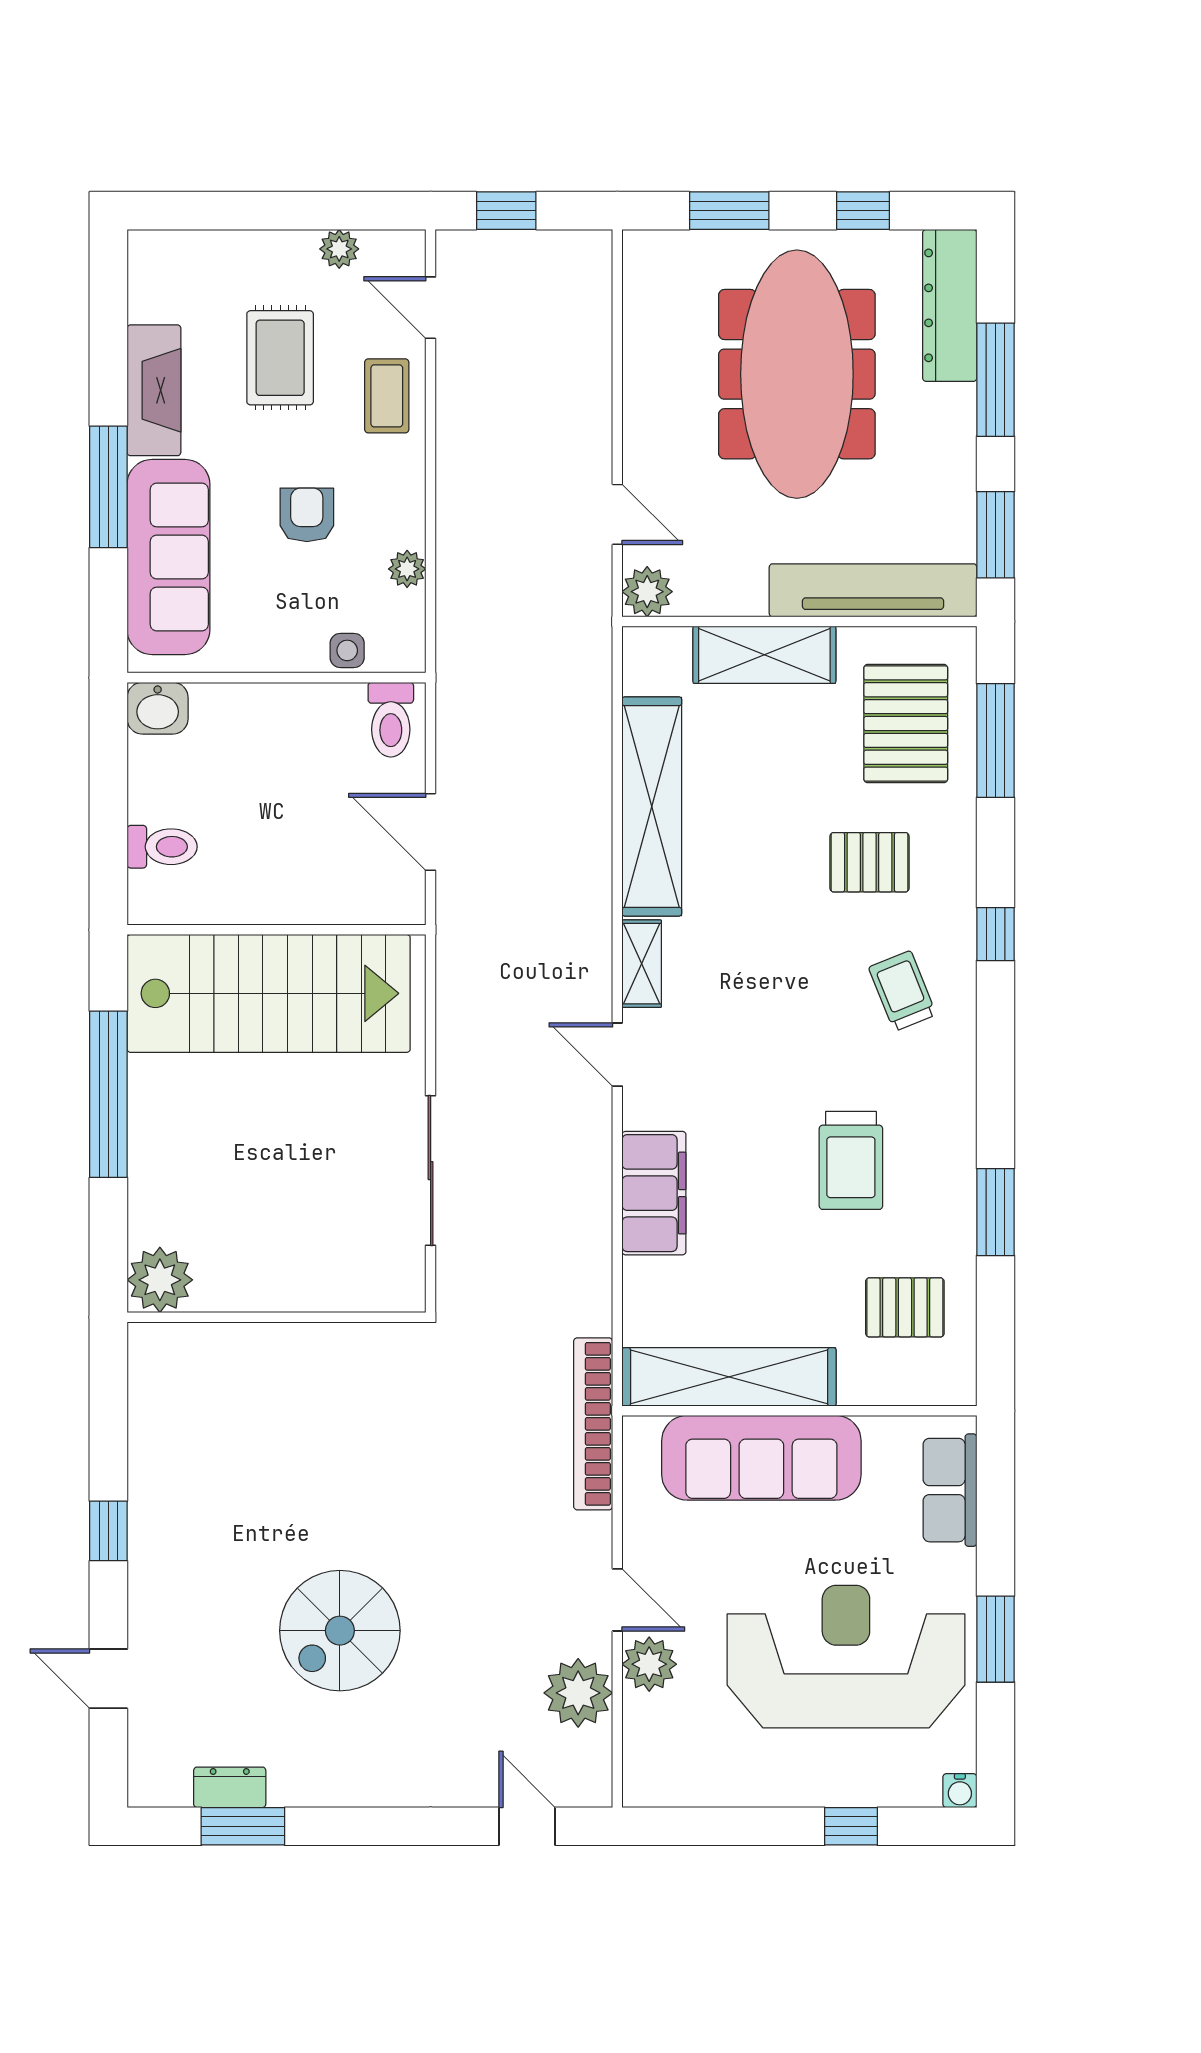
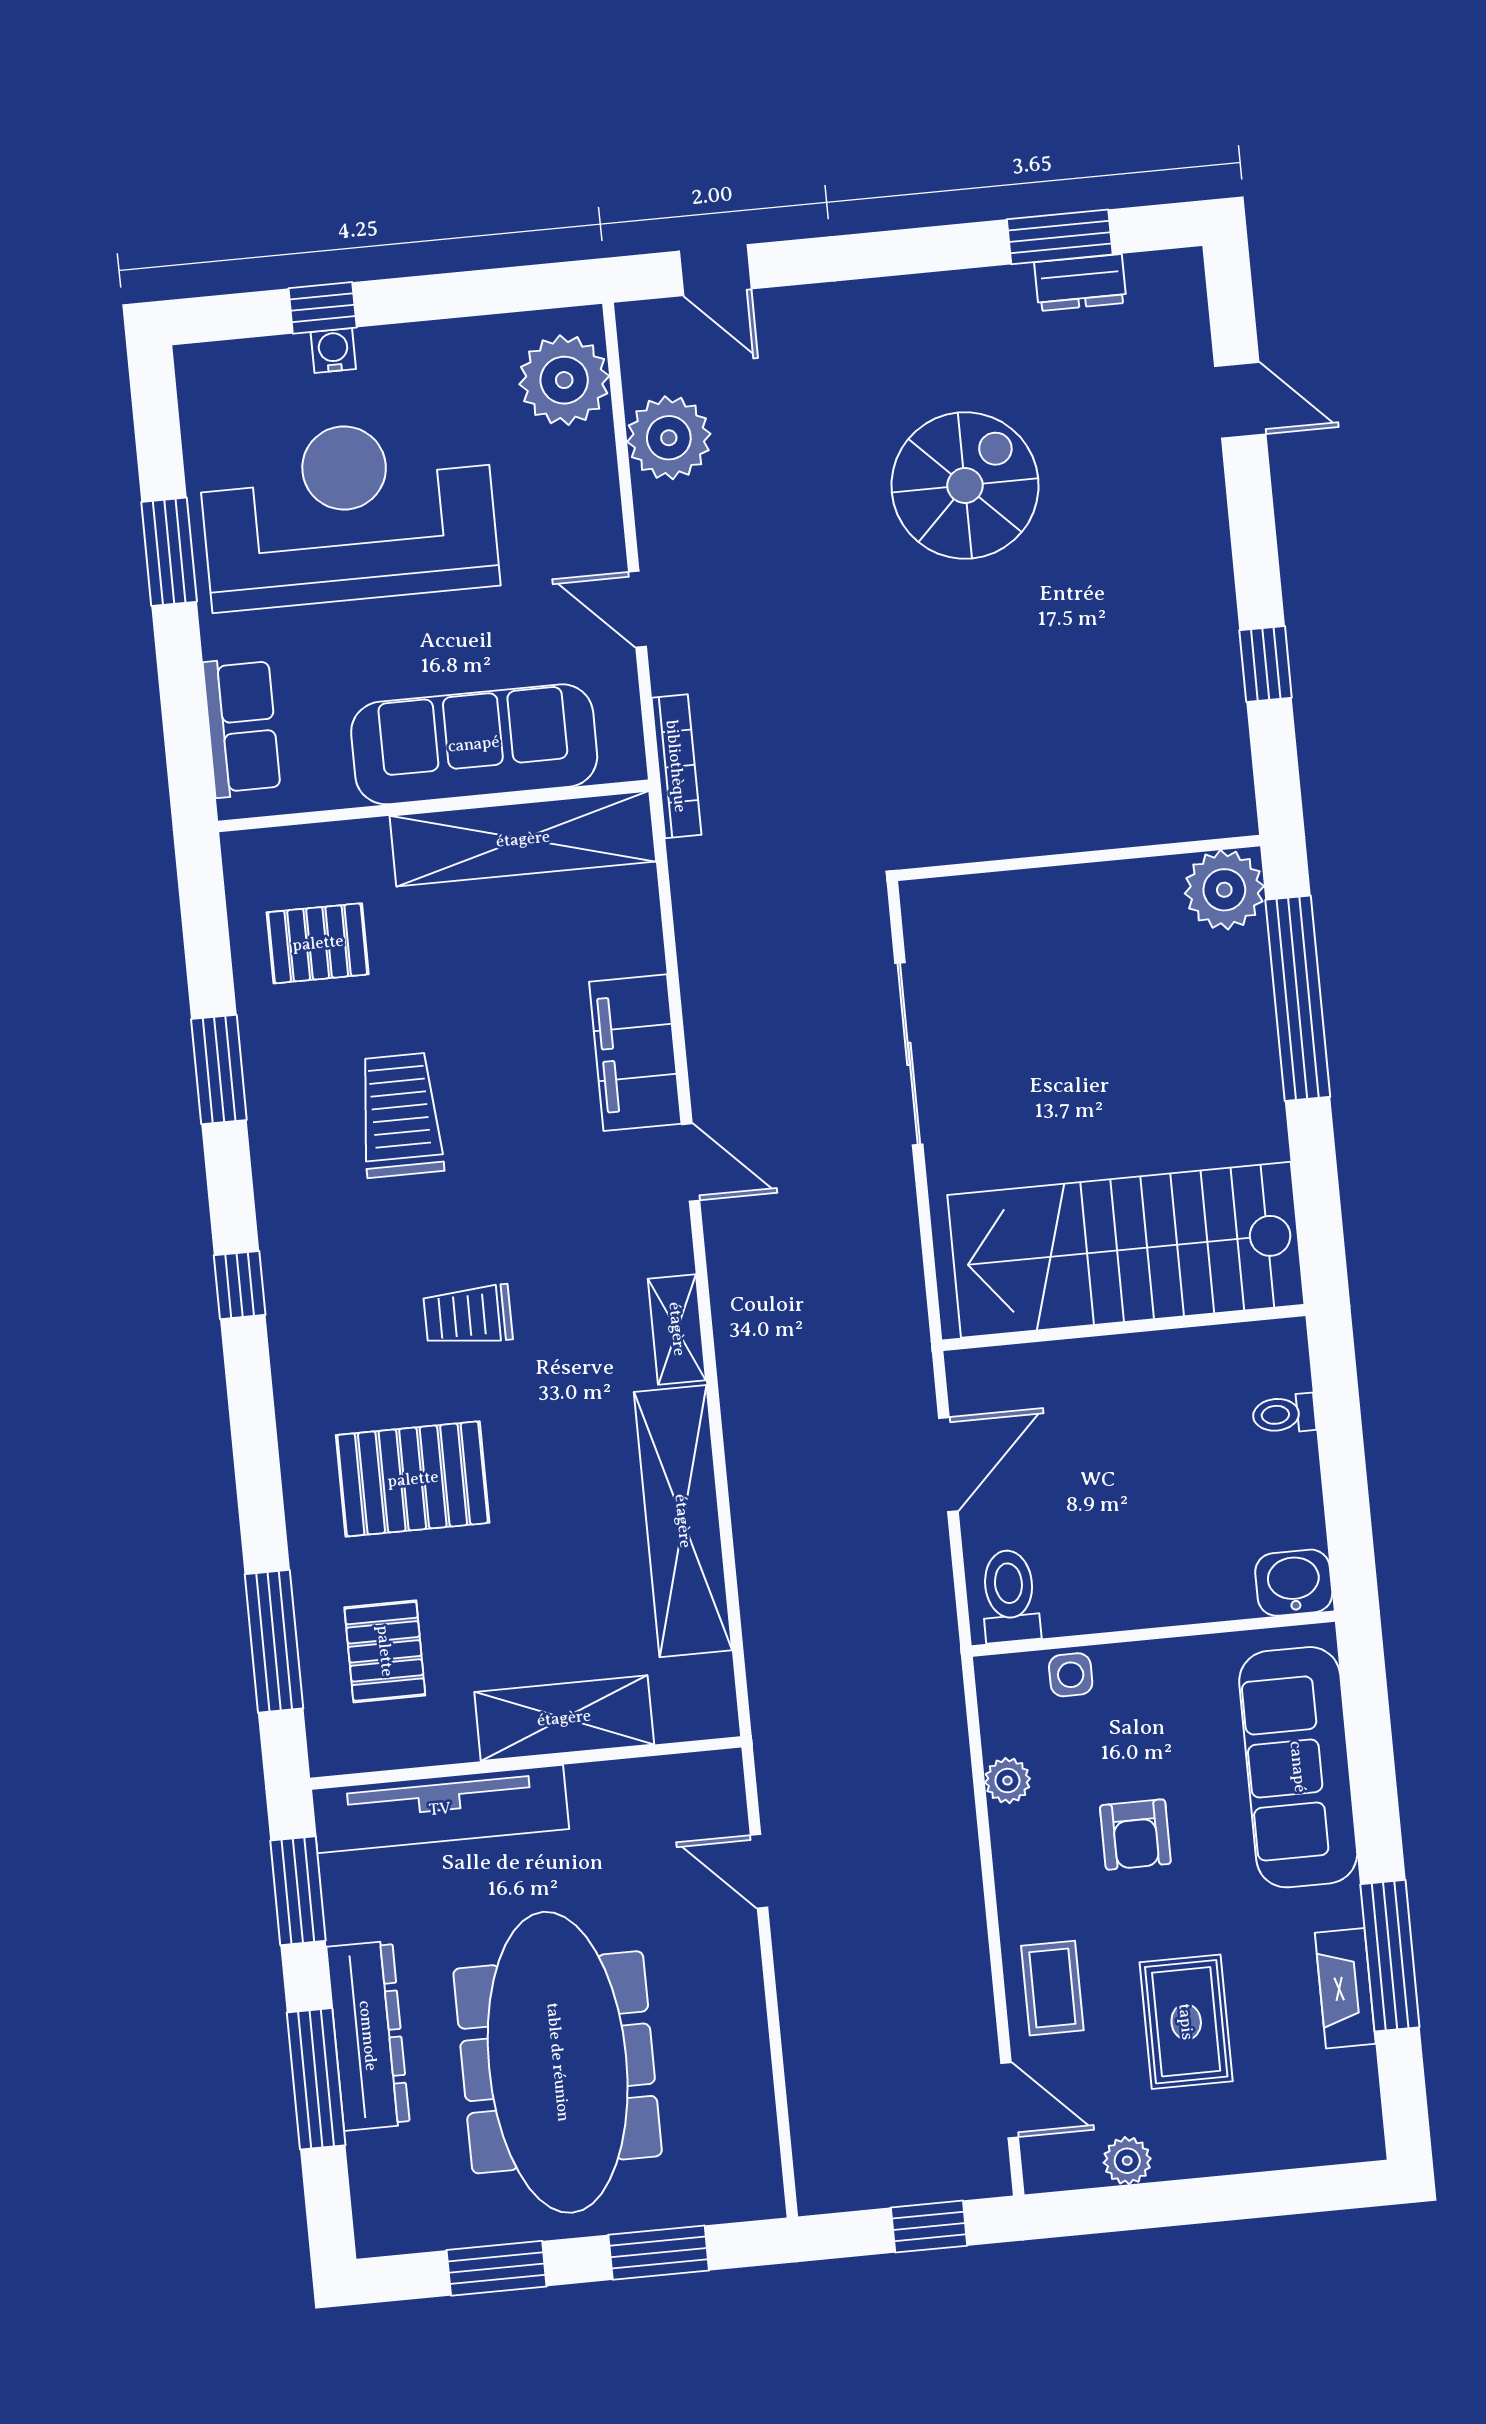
window: (863, 211) -> (497, 2268), width x1.50
dresser: (950, 305) -> (368, 2036), moved
fireplace: (154, 390) -> (1345, 1988), width x0.73, depth x0.76
window: (108, 487) -> (1390, 1956), moved
plant: (647, 592) -> (714, 1781), removed
pallet: (906, 724) -> (385, 1651), width x0.67, depth x0.71
door: (431, 832) -> (948, 1464), hinge flipped
toilet: (162, 847) -> (1284, 1414), width x0.73, depth x0.72
pallet: (869, 862) -> (413, 1479), width x1.50, depth x1.42
window: (996, 934) -> (240, 1285), moved
trolley: (902, 991) -> (468, 1316), moved, turned 112
door: (617, 1055) -> (691, 1162), moved
window: (108, 1094) -> (1298, 998), moved
bookcase: (593, 1424) -> (676, 766), width x0.68, depth x0.76
window: (108, 1531) -> (1266, 664), moved
door: (617, 1600) -> (637, 609), moved
reception desk: (846, 1657) -> (348, 513), turned 180
plant: (649, 1664) -> (564, 380), moved, width x1.36, depth x1.36
water cooler: (960, 1791) -> (333, 350), moved

